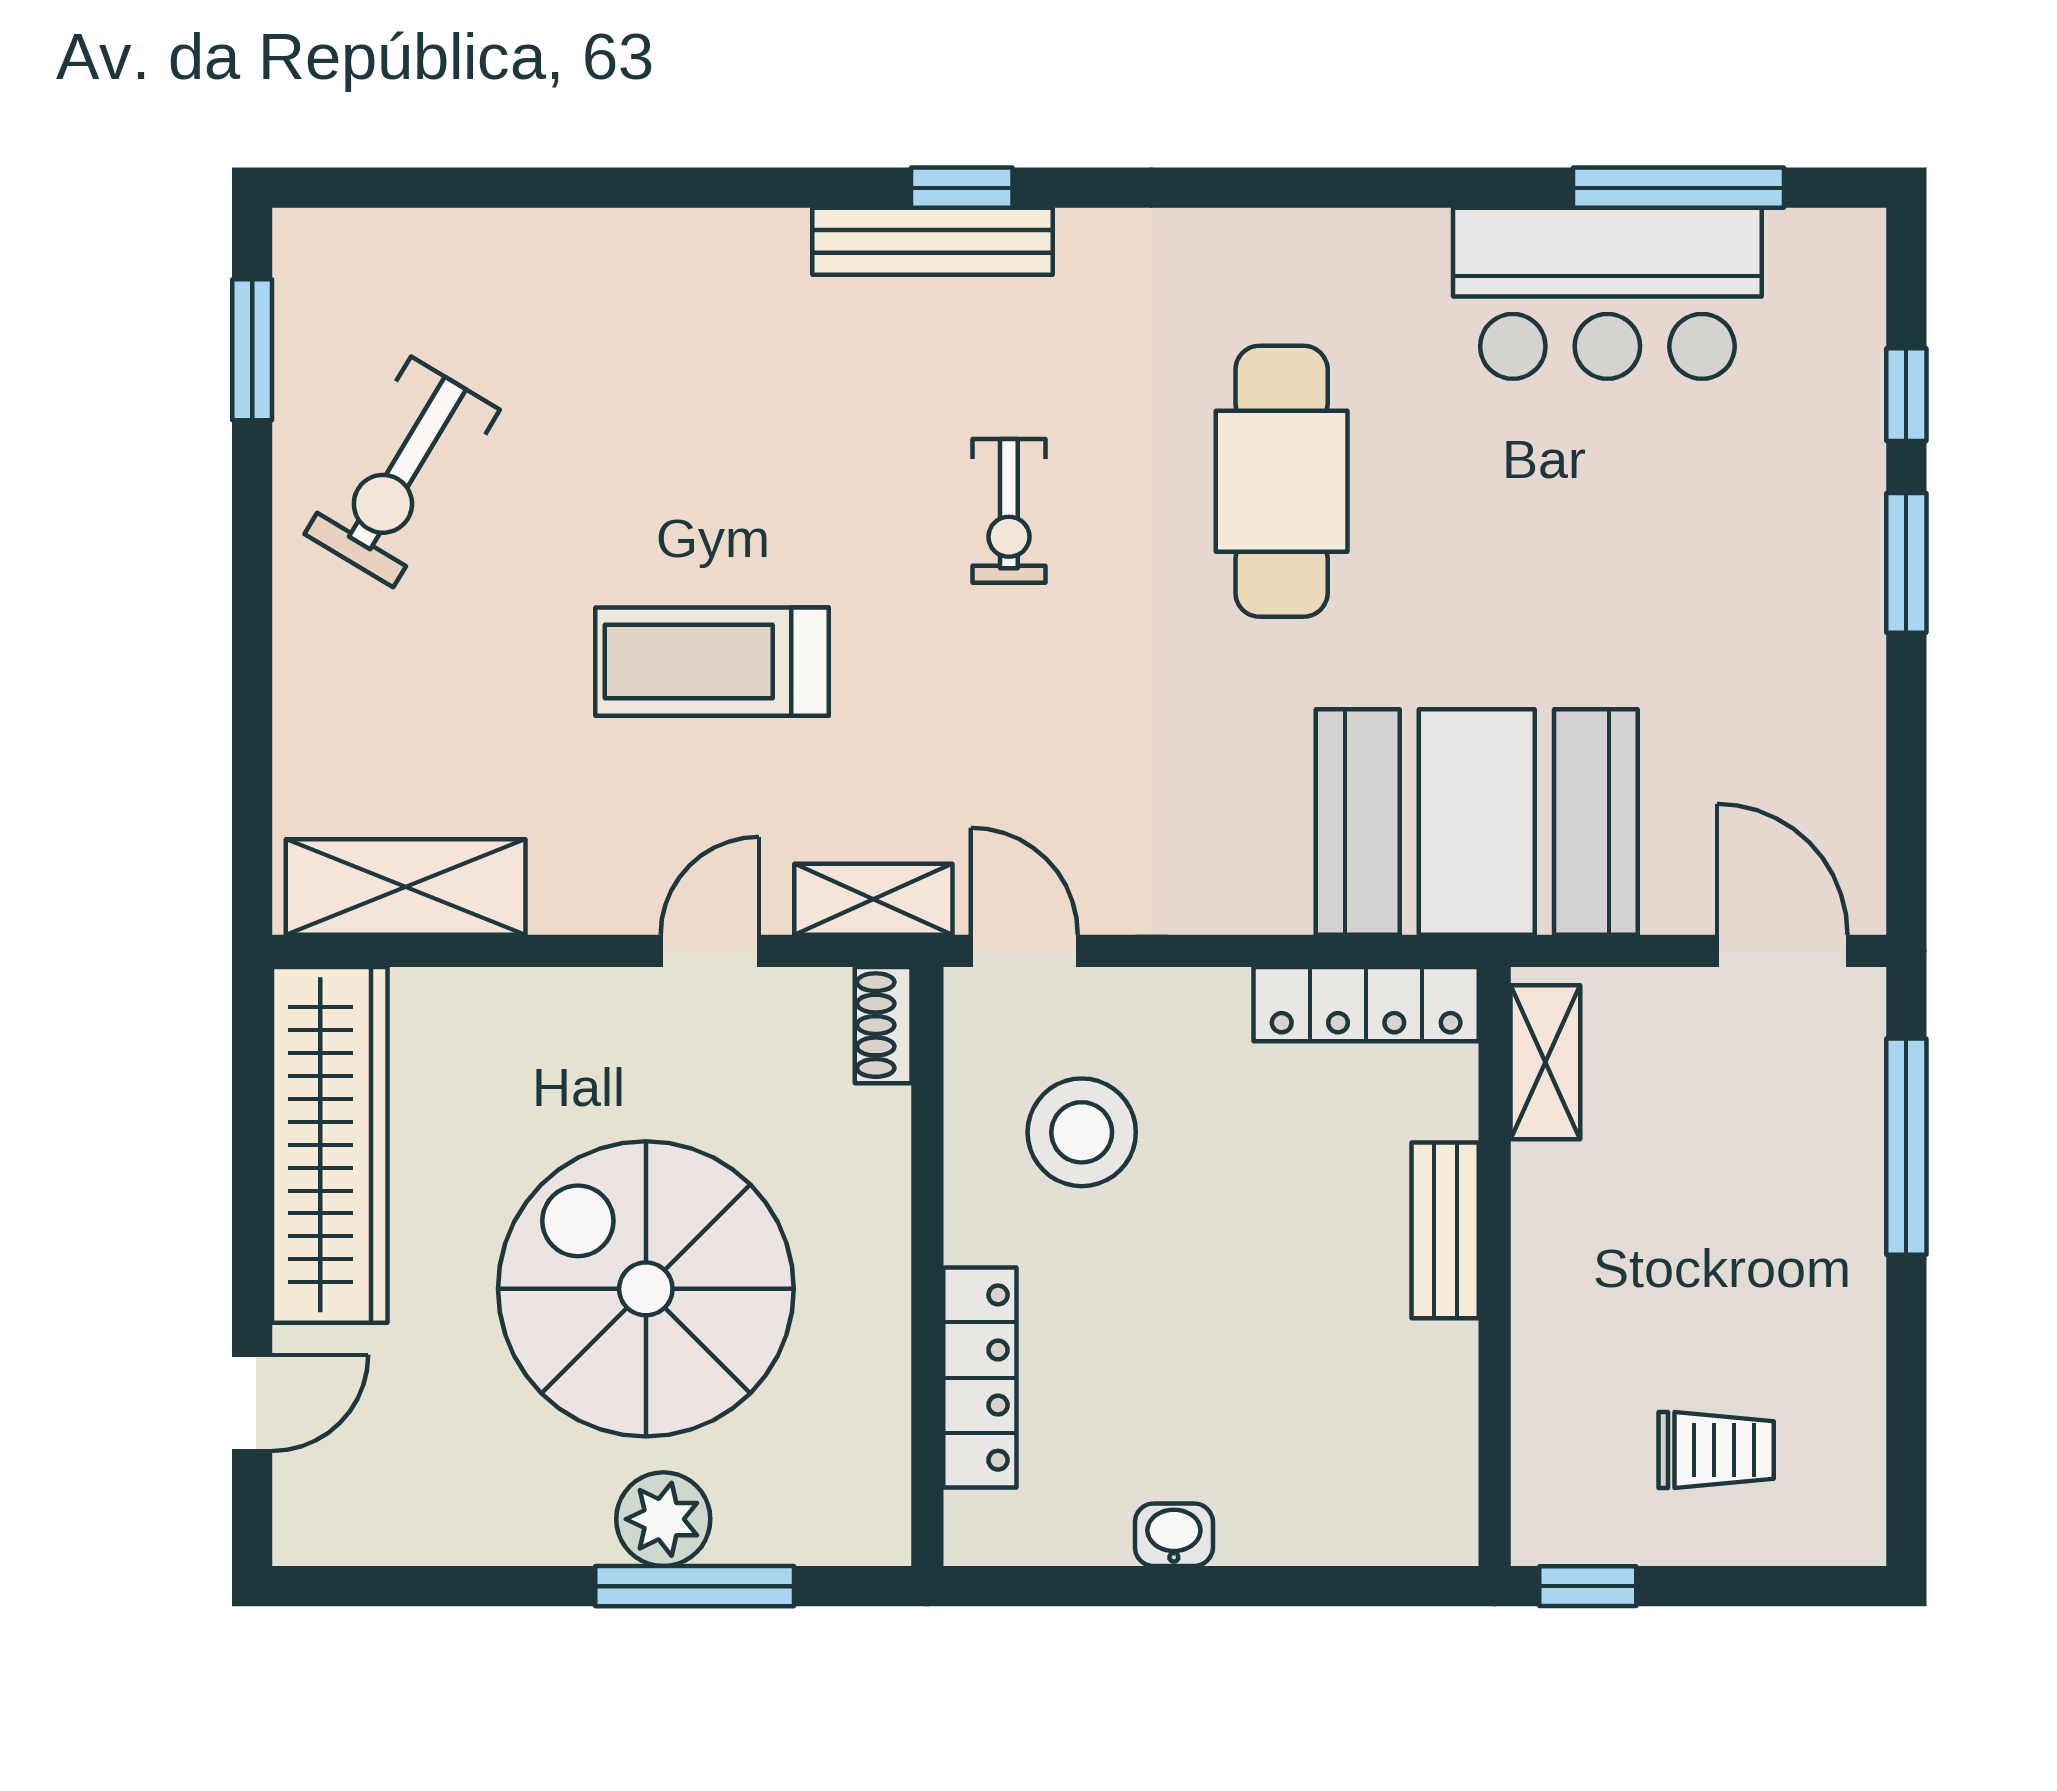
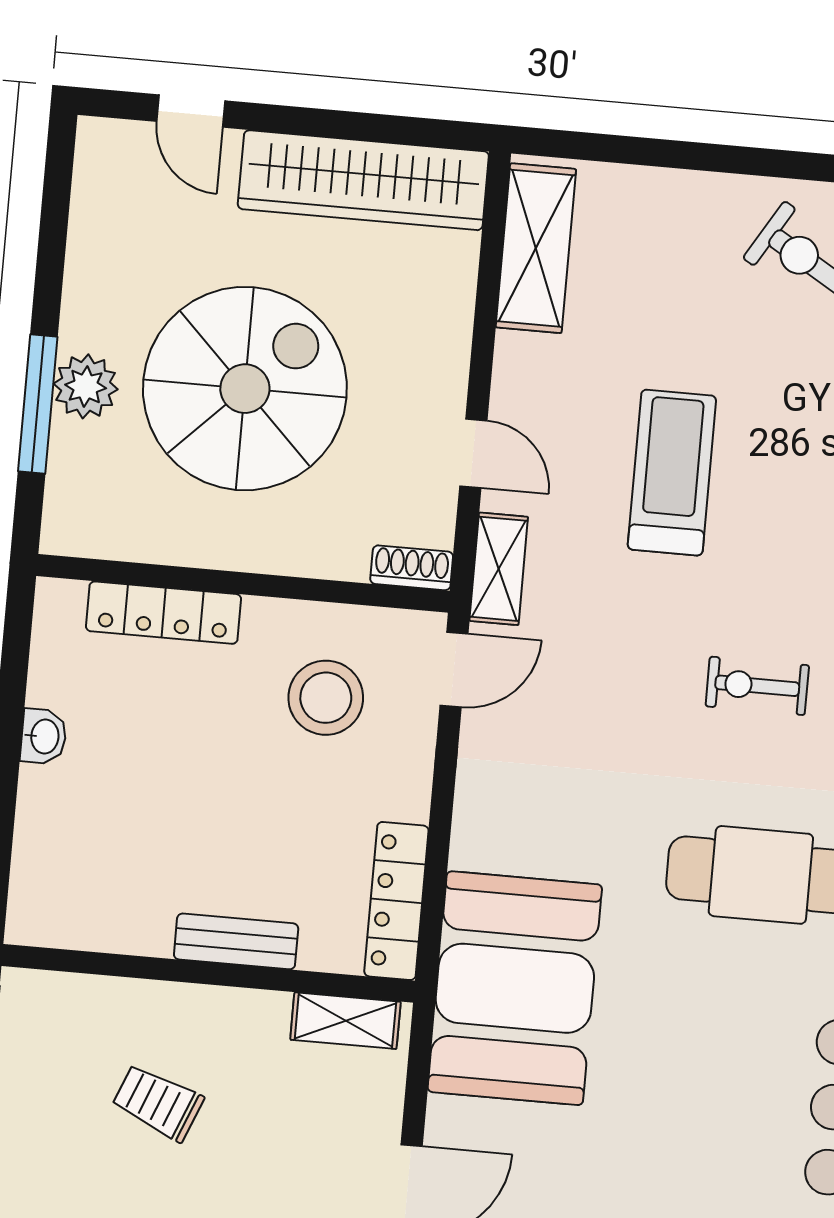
trolley: (1716, 1450) -> (158, 1102), moved, turned 112

